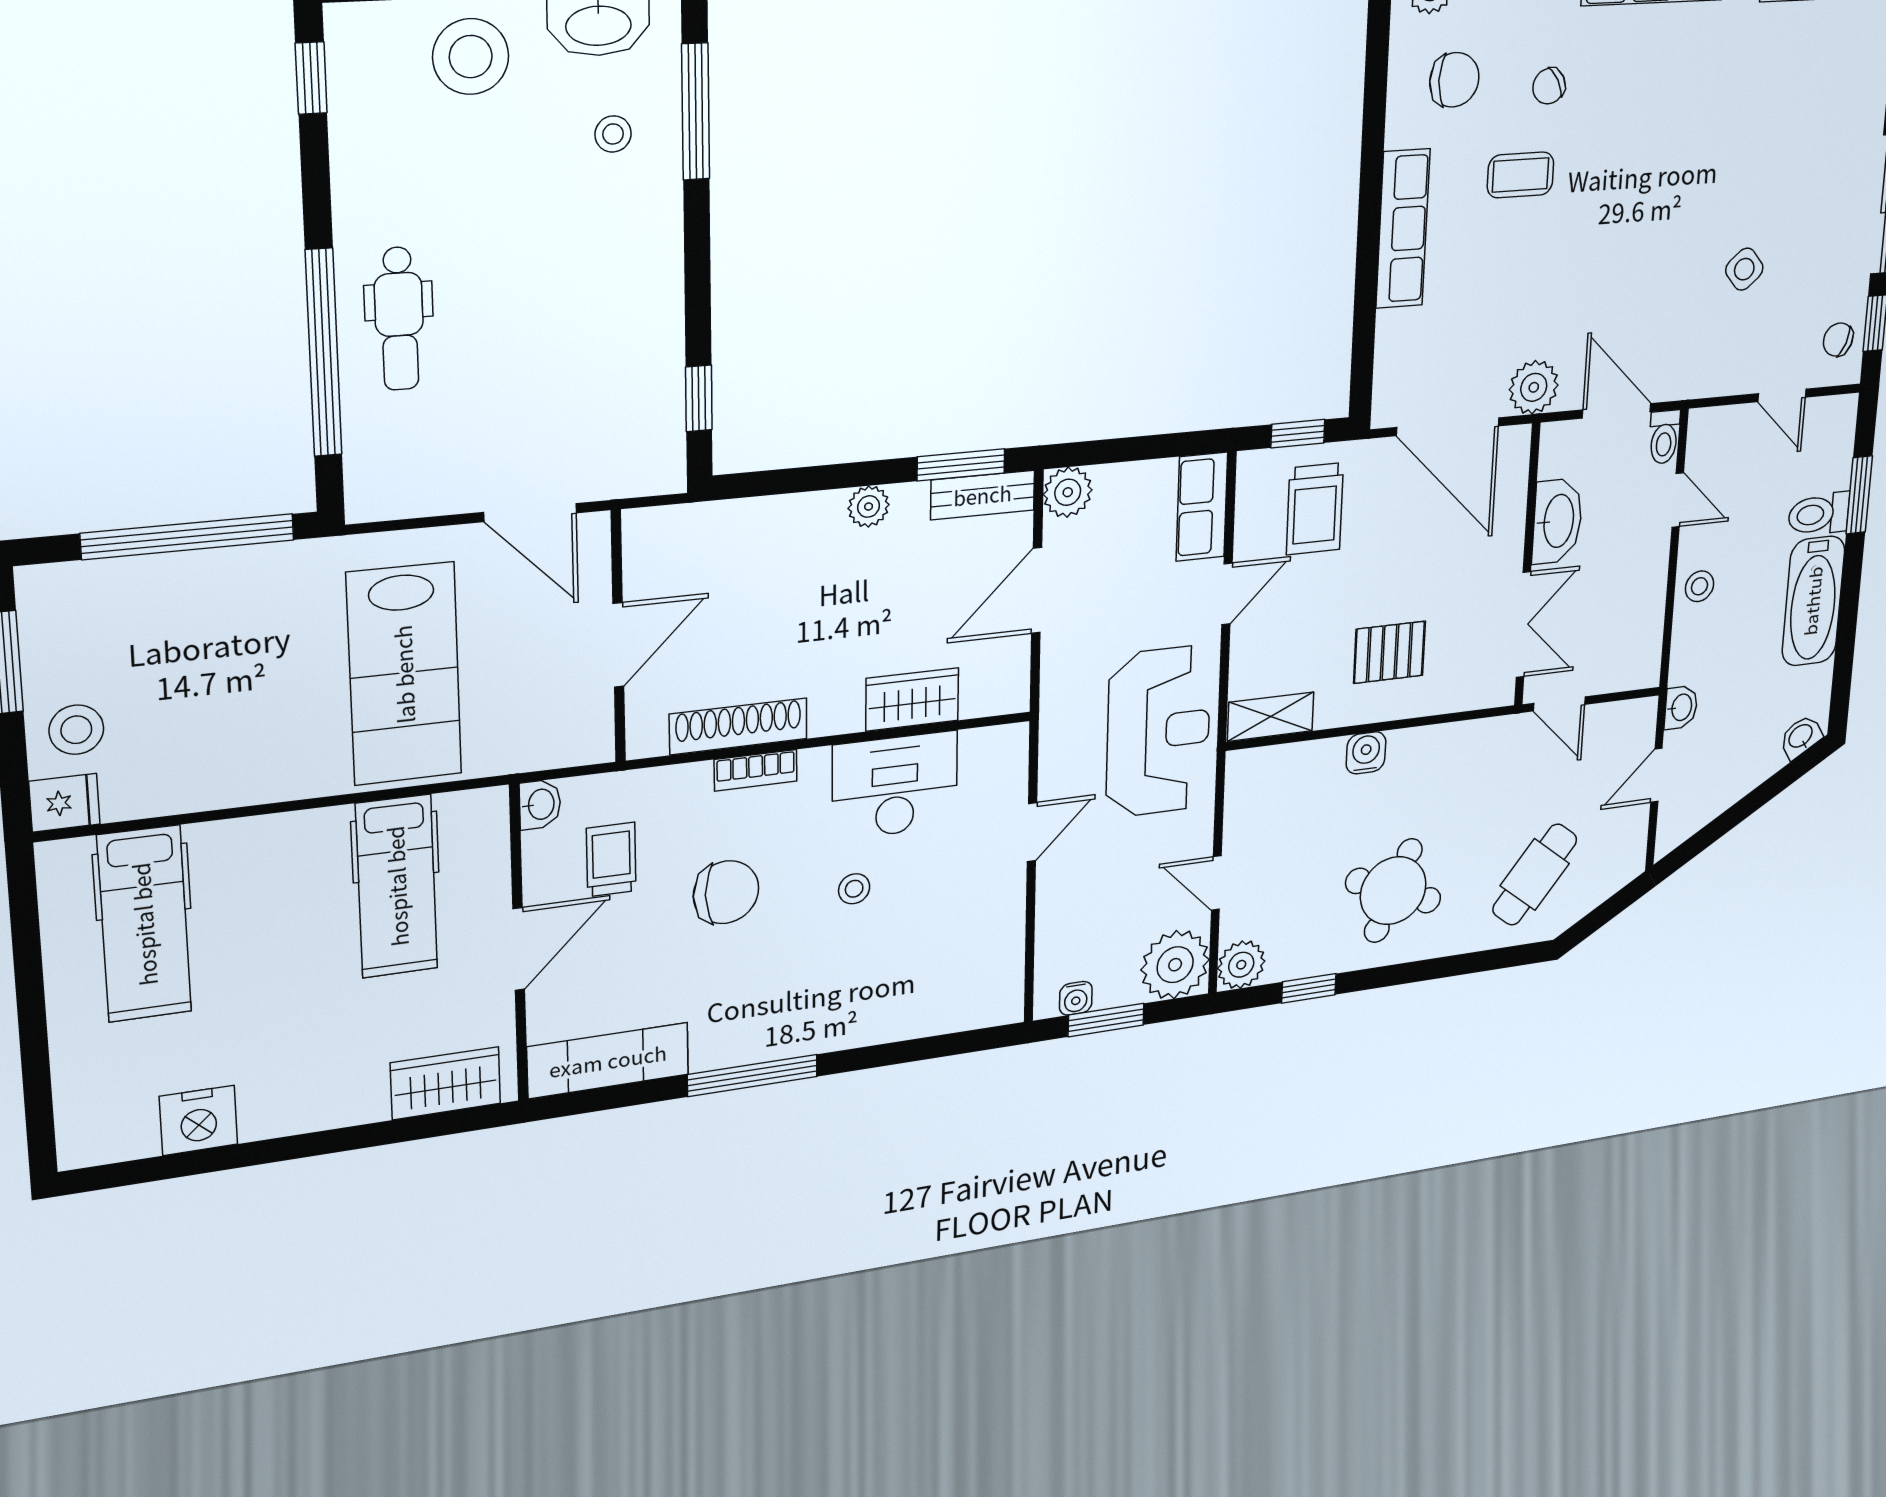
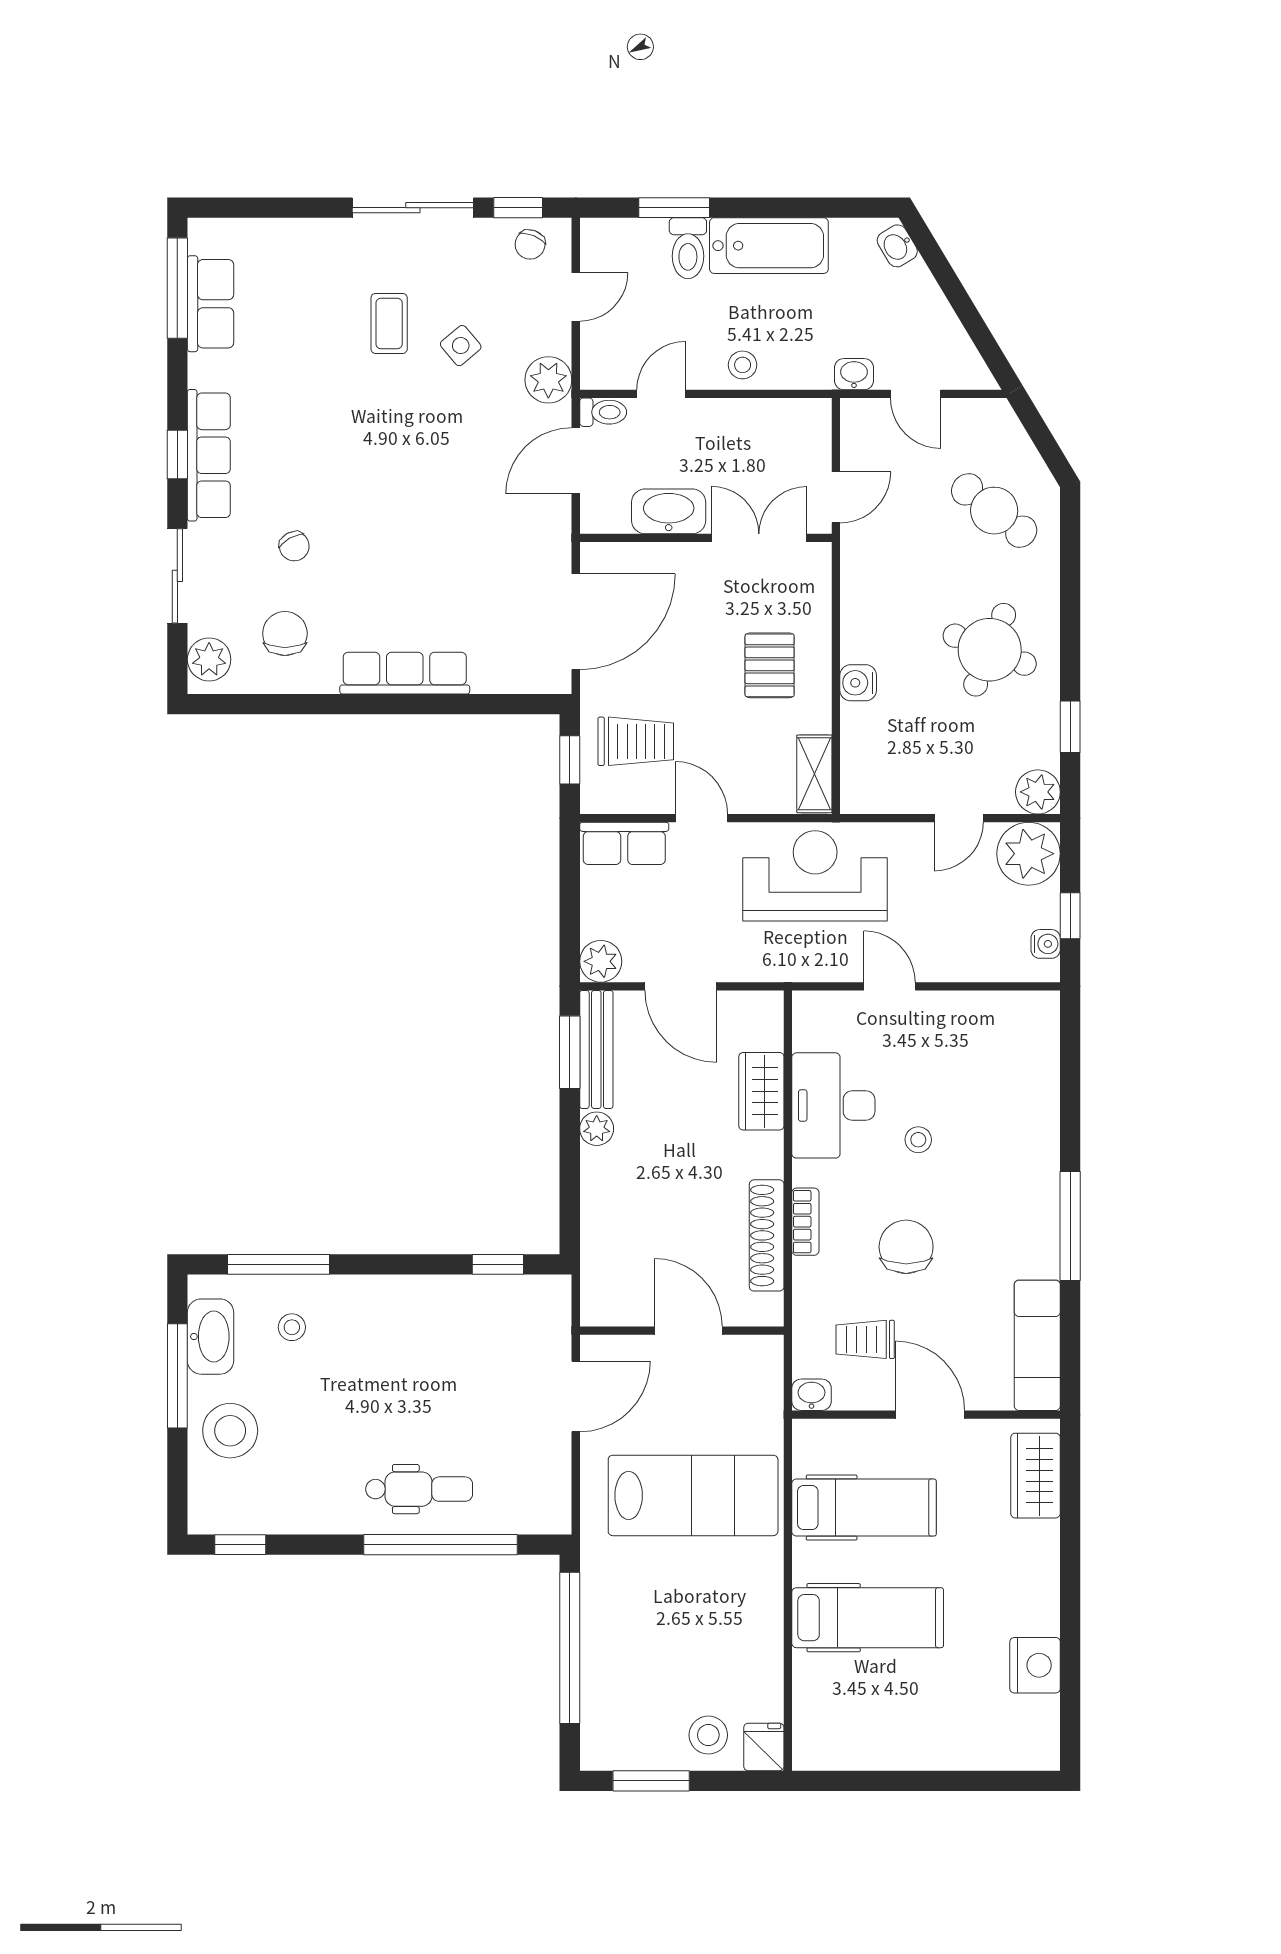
coffee table: (1521, 175) -> (389, 323), moved
plant: (1534, 387) -> (548, 380), moved
bench: (983, 495) -> (596, 1049), width x1.36
hospital bed: (144, 924) -> (868, 1618), moved
window: (1106, 1020) -> (1070, 916), width x0.67

